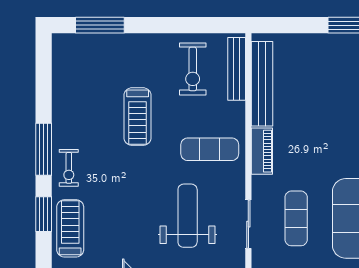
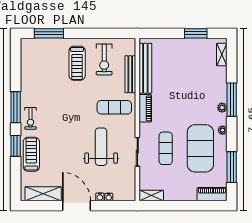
bench: (237, 69) -> (130, 74), moved
treadmill: (138, 117) -> (77, 63), moved

